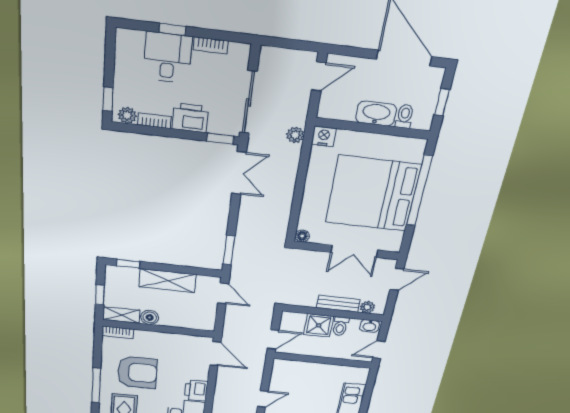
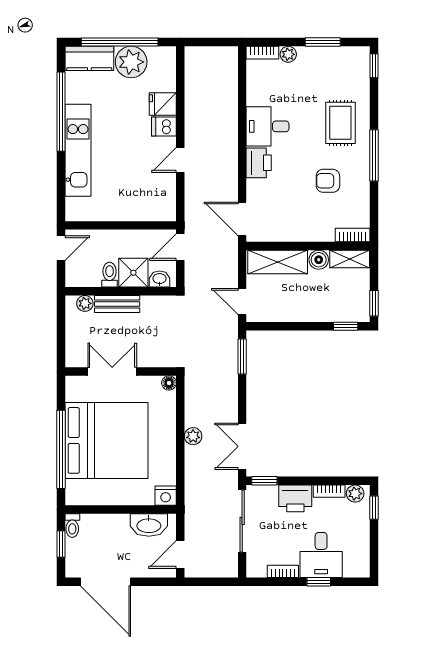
washbasin: (376, 114) -> (149, 525), moved
toilet: (405, 116) -> (72, 526), moved
plant: (295, 135) -> (193, 436), moved
door: (397, 279) -> (61, 343), removed
shelving: (168, 281) -> (278, 262), moved
window: (100, 295) -> (374, 303), moved
washbasin: (370, 326) -> (160, 279), moved
armchair: (137, 372) -> (328, 181), width x0.53, depth x0.53

